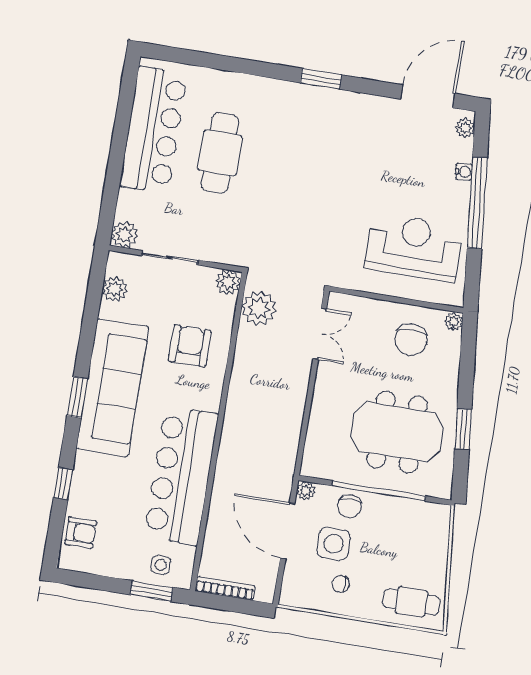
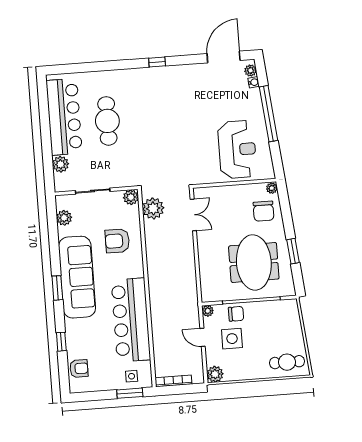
window: (321, 79) -> (157, 62), width x0.67
water cooler: (464, 172) -> (254, 82), moved
plant: (125, 234) -> (61, 164), moved
reception desk: (414, 247) -> (237, 149), turned 90
chair: (411, 340) -> (264, 211), moved
armchair: (190, 346) -> (117, 241), turned -90
meeting table: (397, 432) -> (254, 262), turned 90
chair: (349, 506) -> (236, 314), turned -90
door: (287, 531) -> (203, 337), width x0.53
chair: (341, 584) -> (242, 362), removed
plant: (293, 593) -> (215, 374), added

